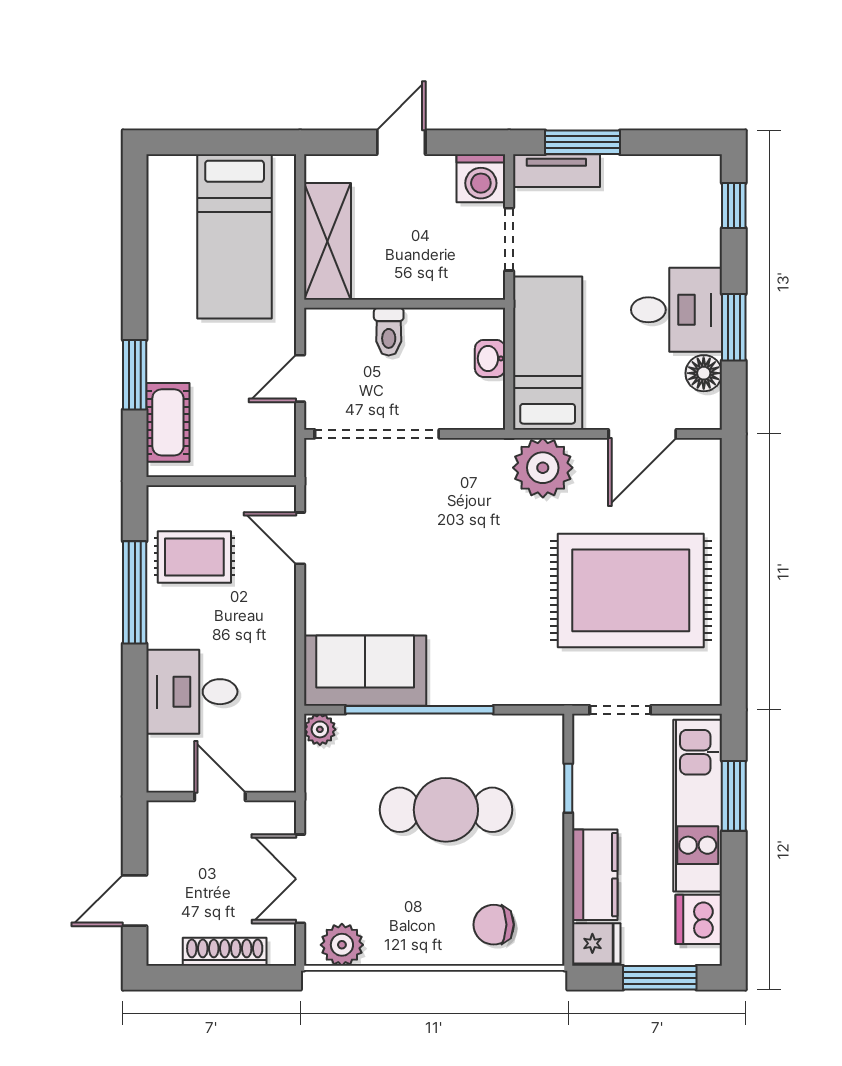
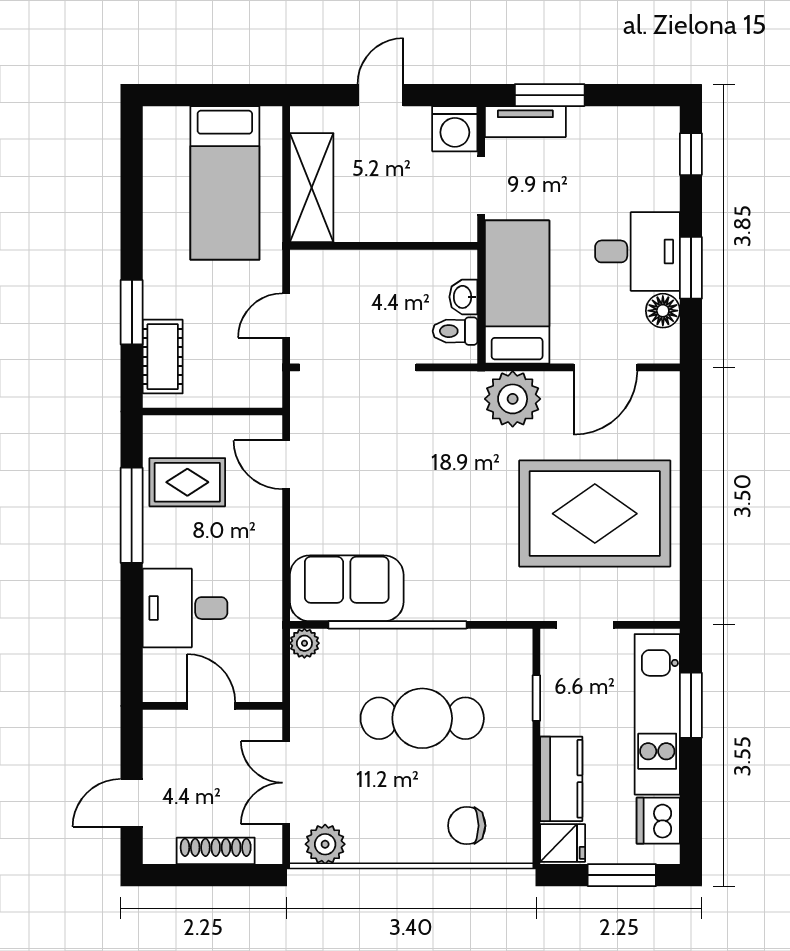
toilet: (389, 332) -> (455, 331), moved, turned 90

